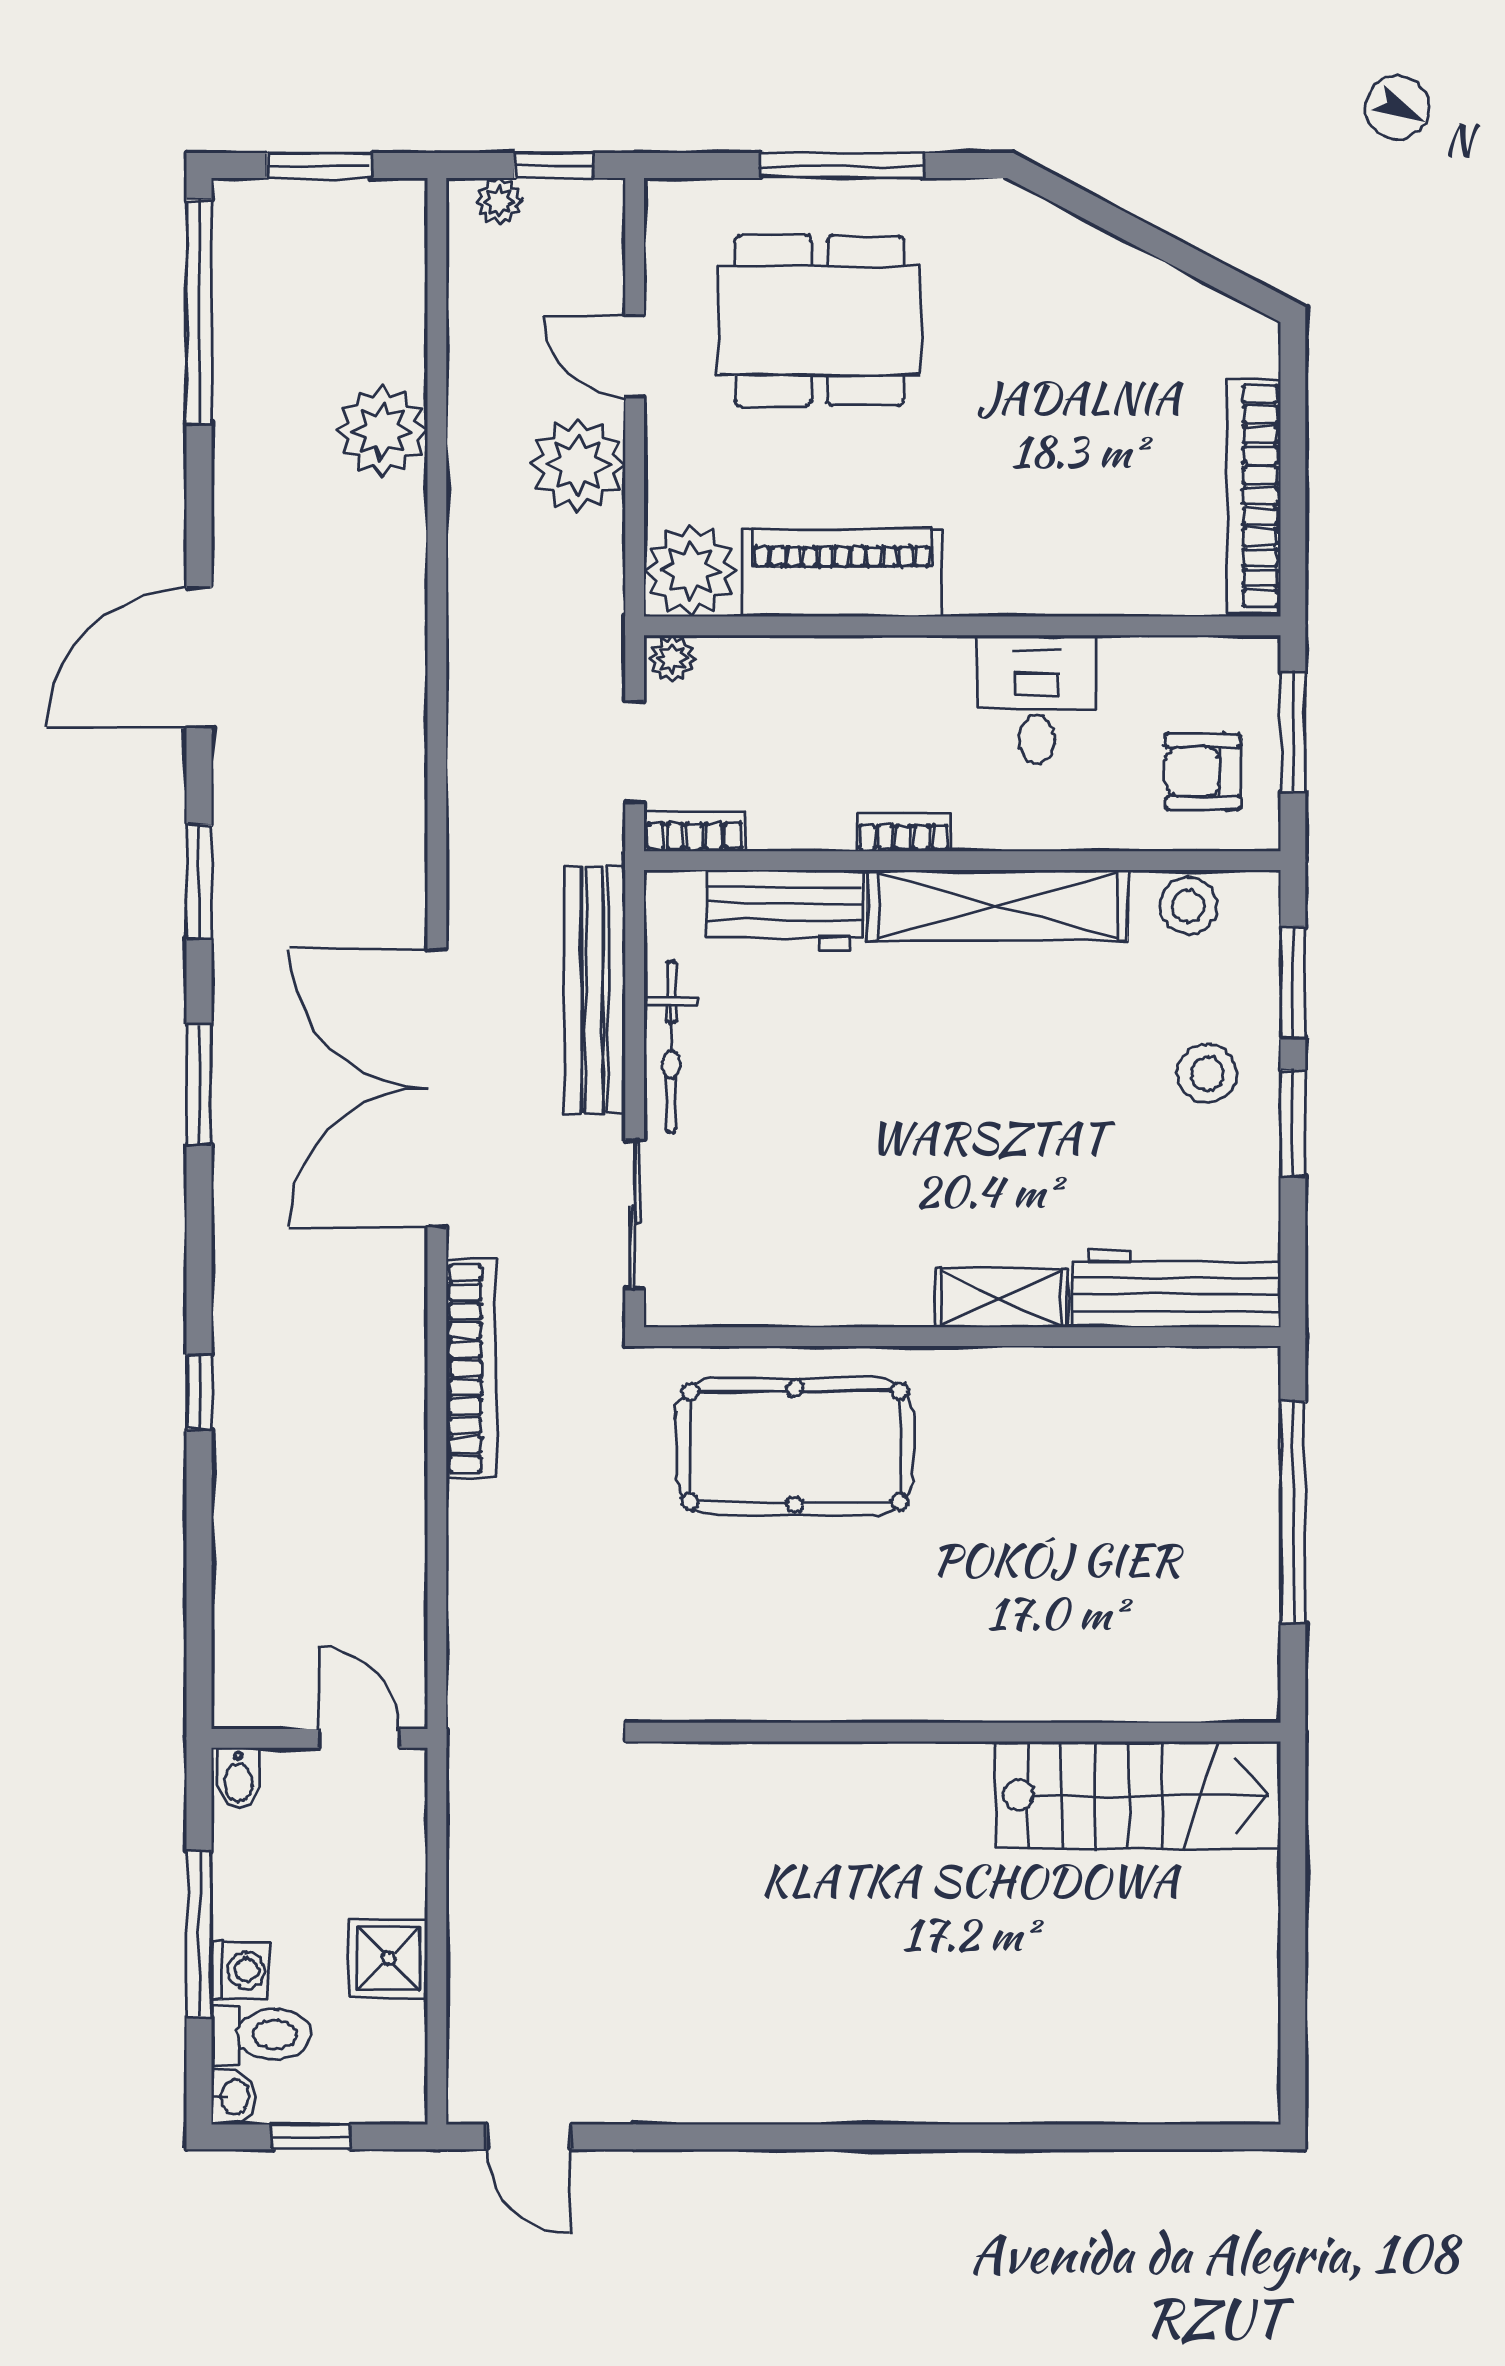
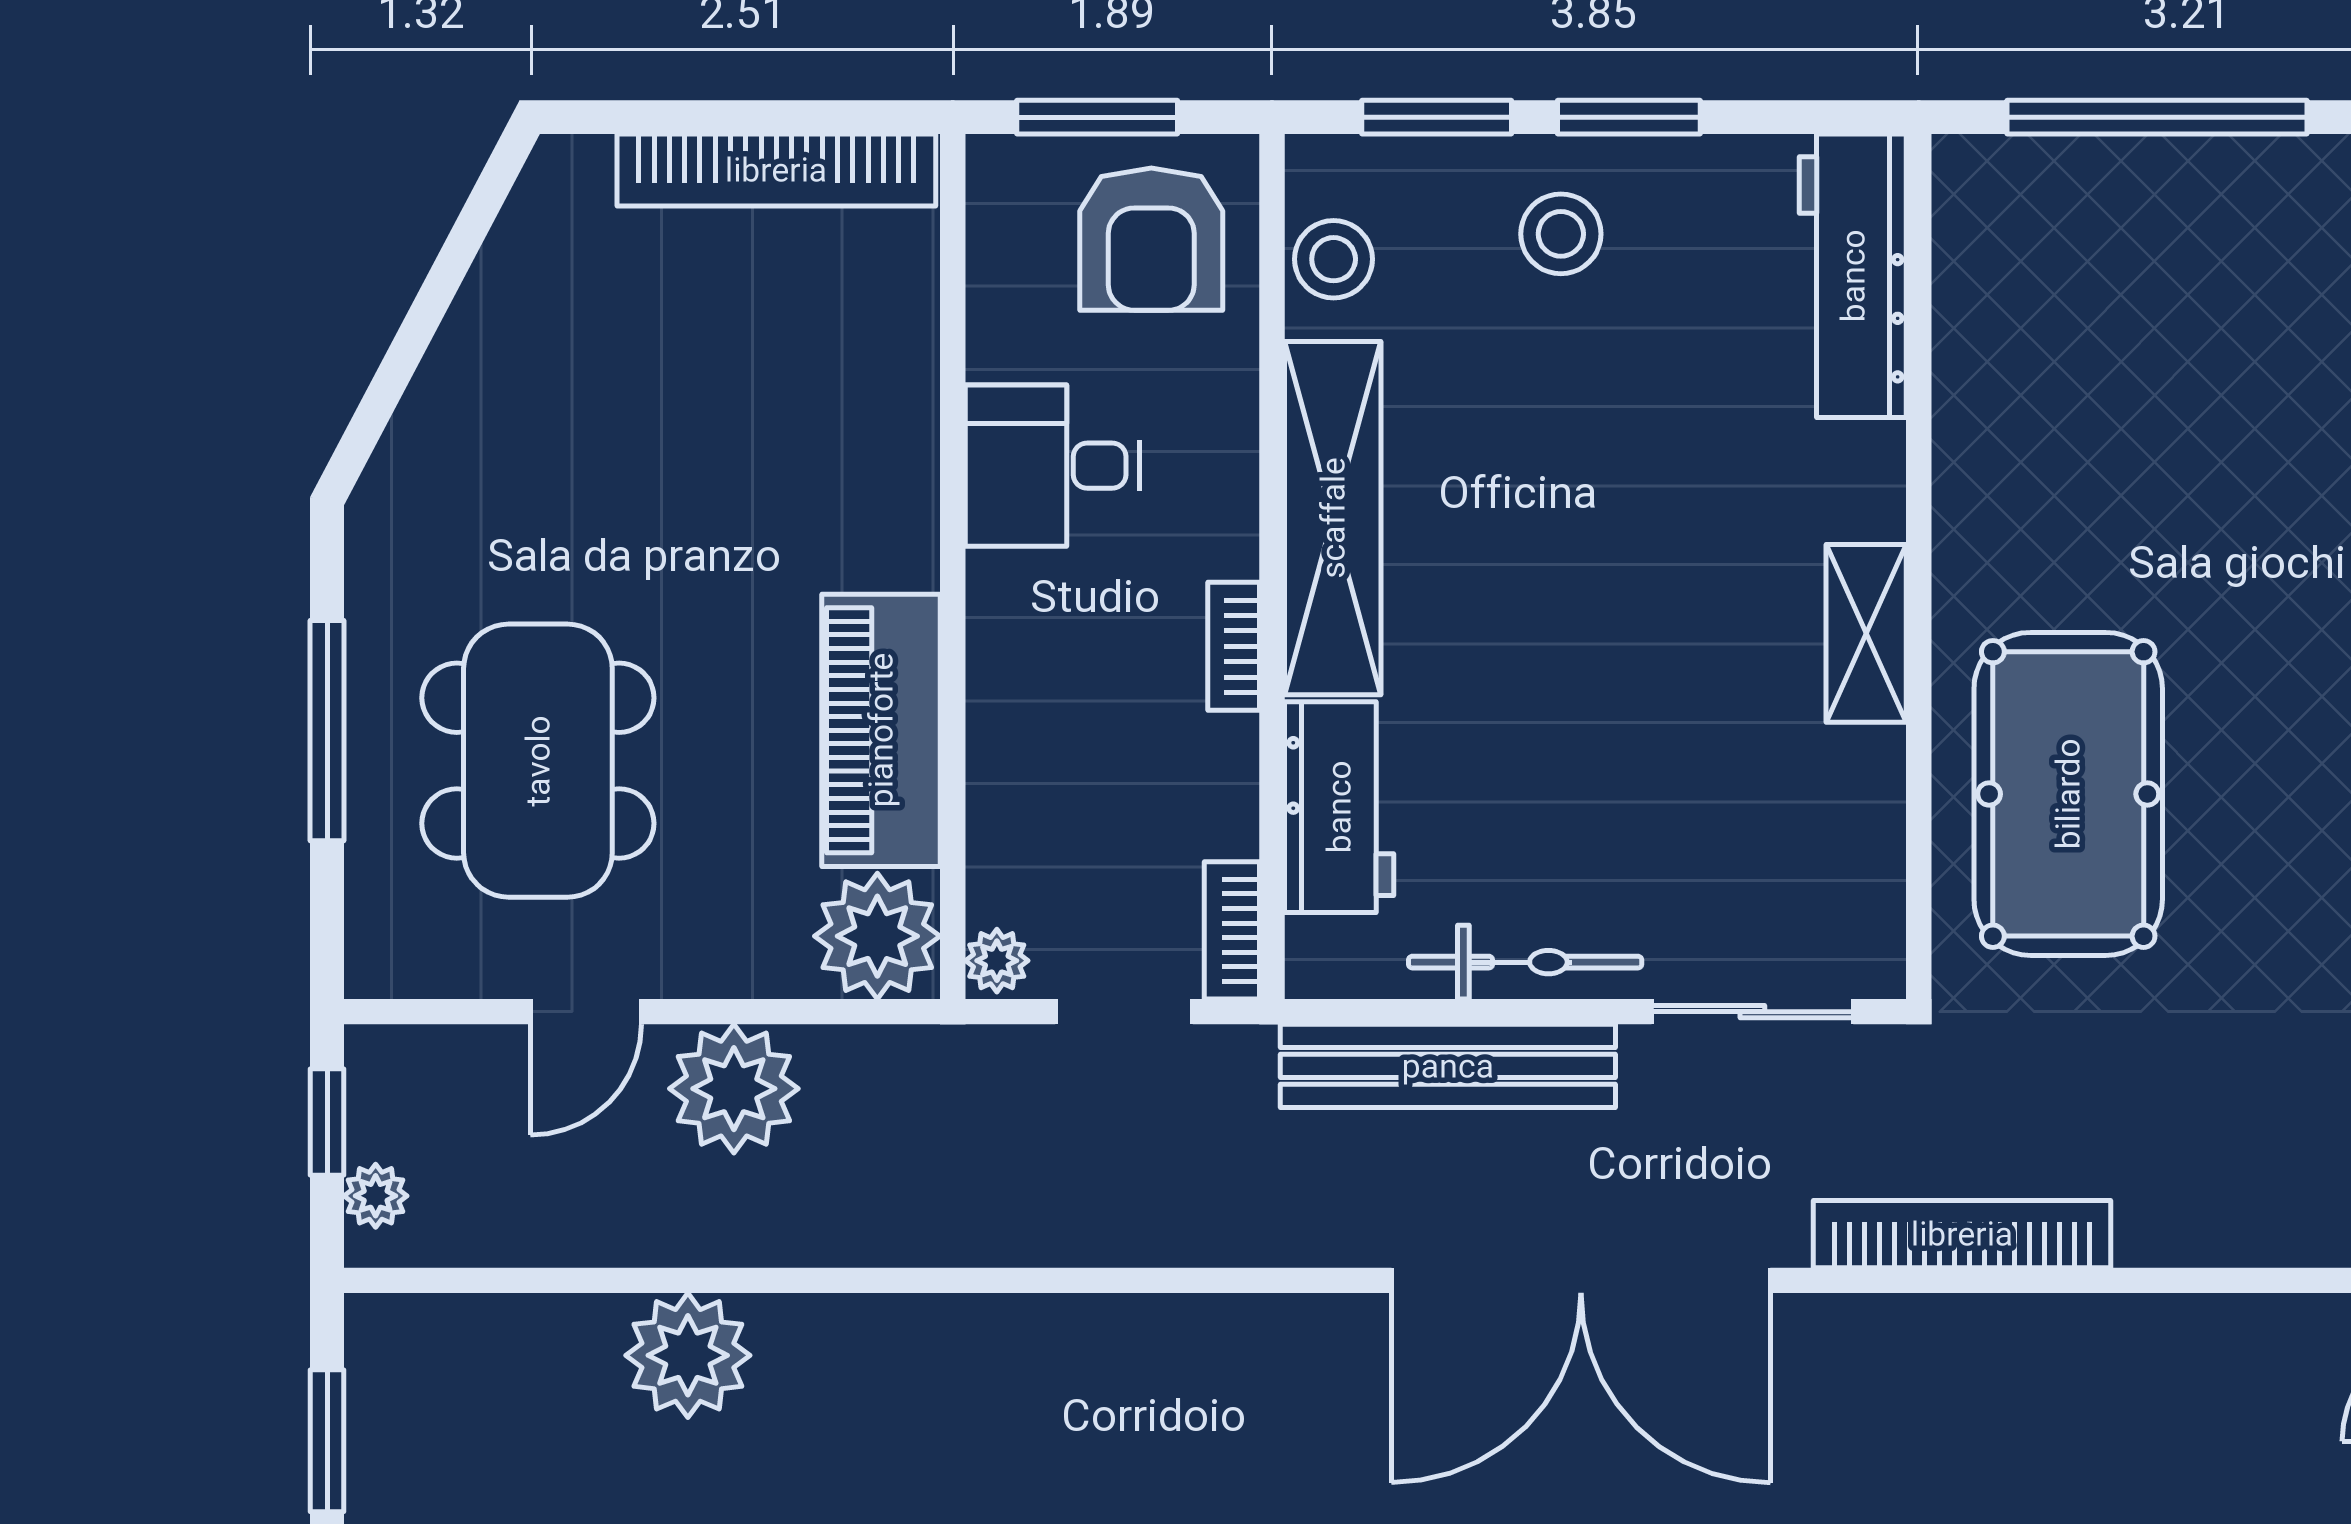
armchair: (1203, 772) -> (1151, 239), width x1.38, depth x1.38
shelving: (1001, 1298) -> (1866, 633), moved

